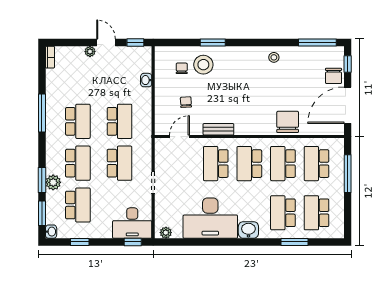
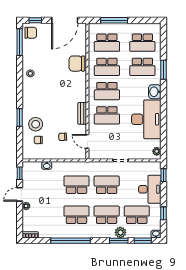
chair: (333, 76) -> (31, 33), moved
door: (348, 105) -> (65, 20), hinge flipped
window: (42, 113) -> (70, 241), width x1.46
desk: (132, 223) -> (150, 189), moved
window: (295, 242) -> (163, 70), moved

